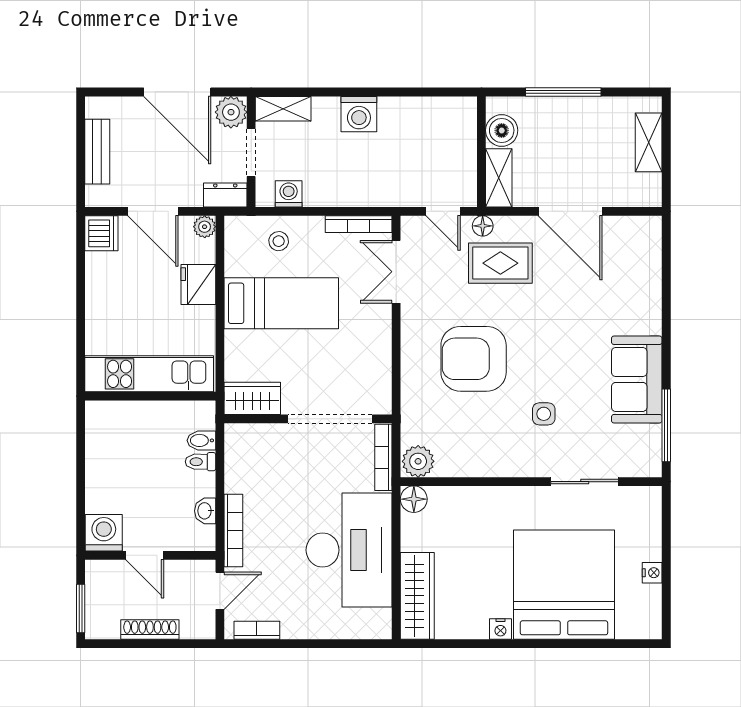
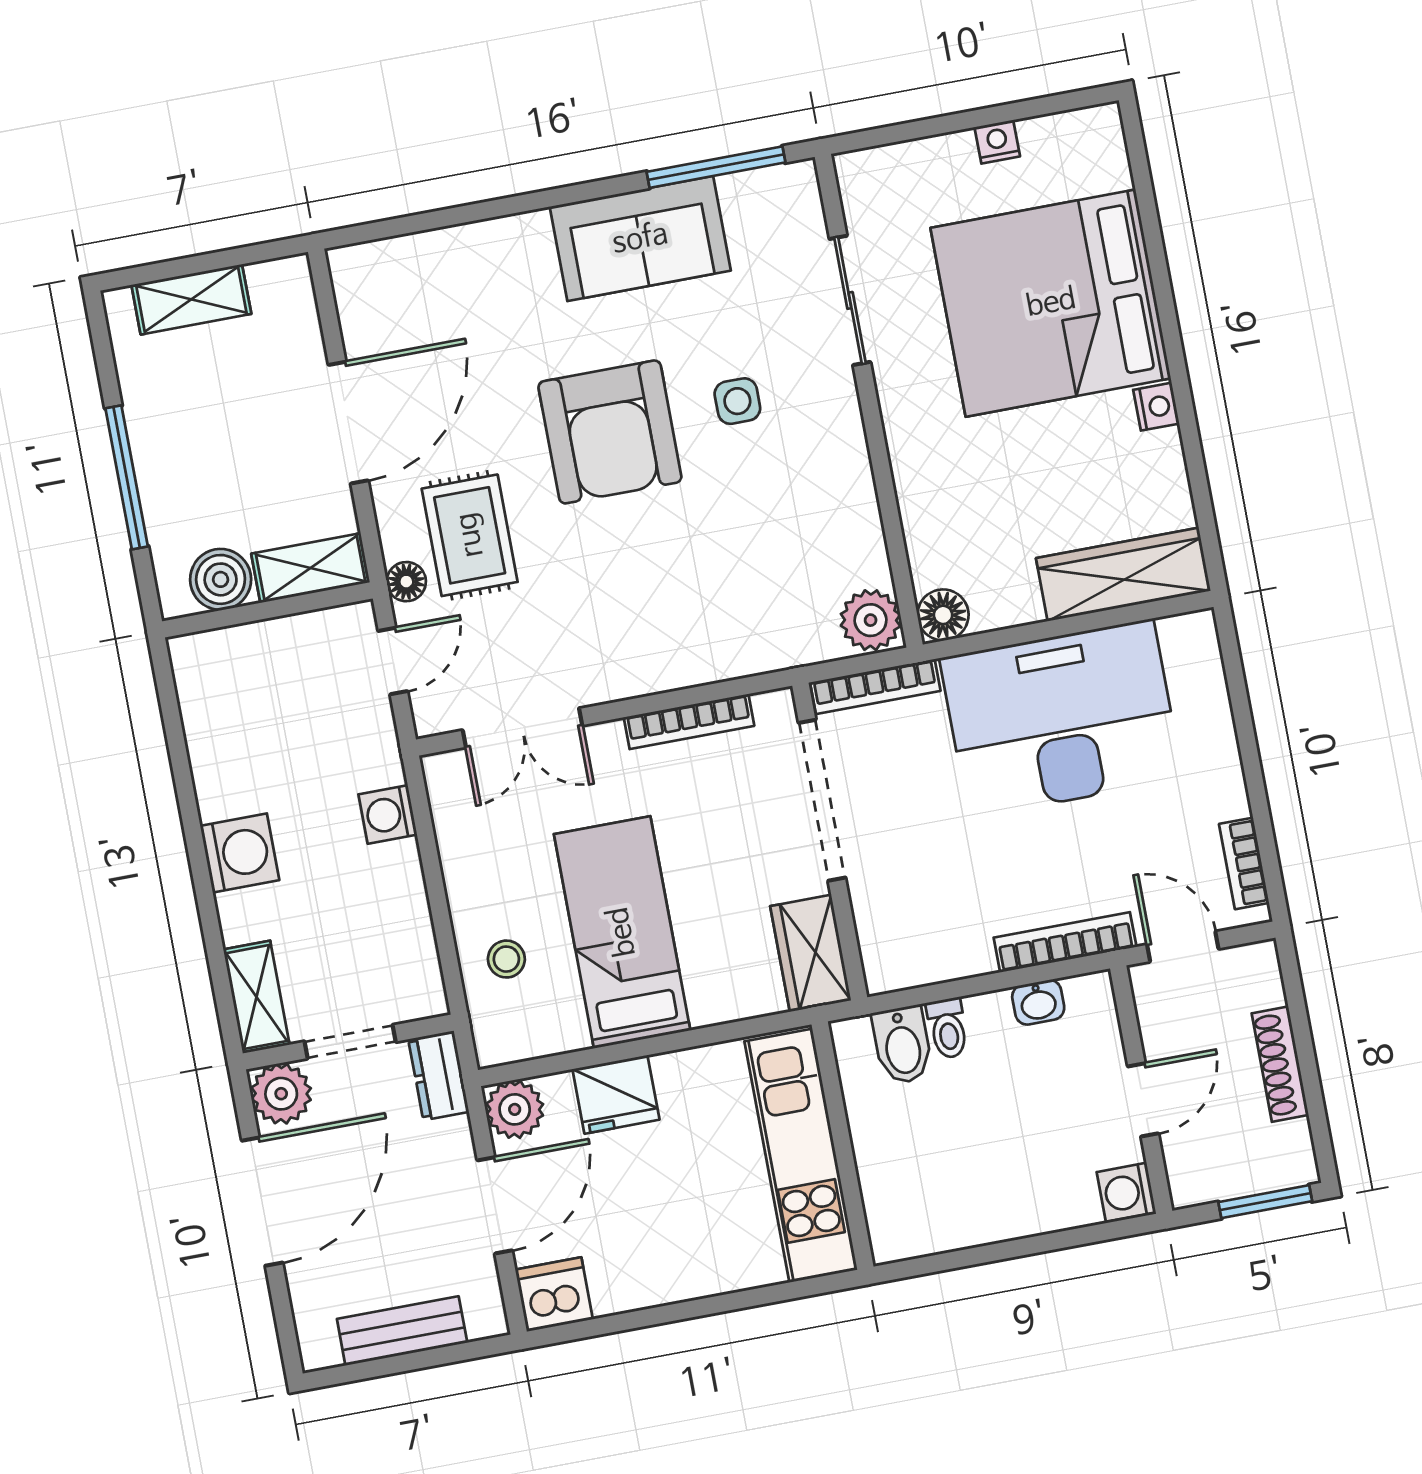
washing machine: (289, 194) -> (388, 814), moved
bookcase: (359, 224) -> (689, 722), moved, turned 90
plant: (205, 227) -> (515, 1109), width x1.38, depth x1.38
armchair: (474, 359) -> (610, 432), moved
bidet: (201, 440) -> (902, 1045), width x1.38, depth x1.36
washing machine: (104, 533) -> (1126, 1192), width x0.73, depth x0.73

